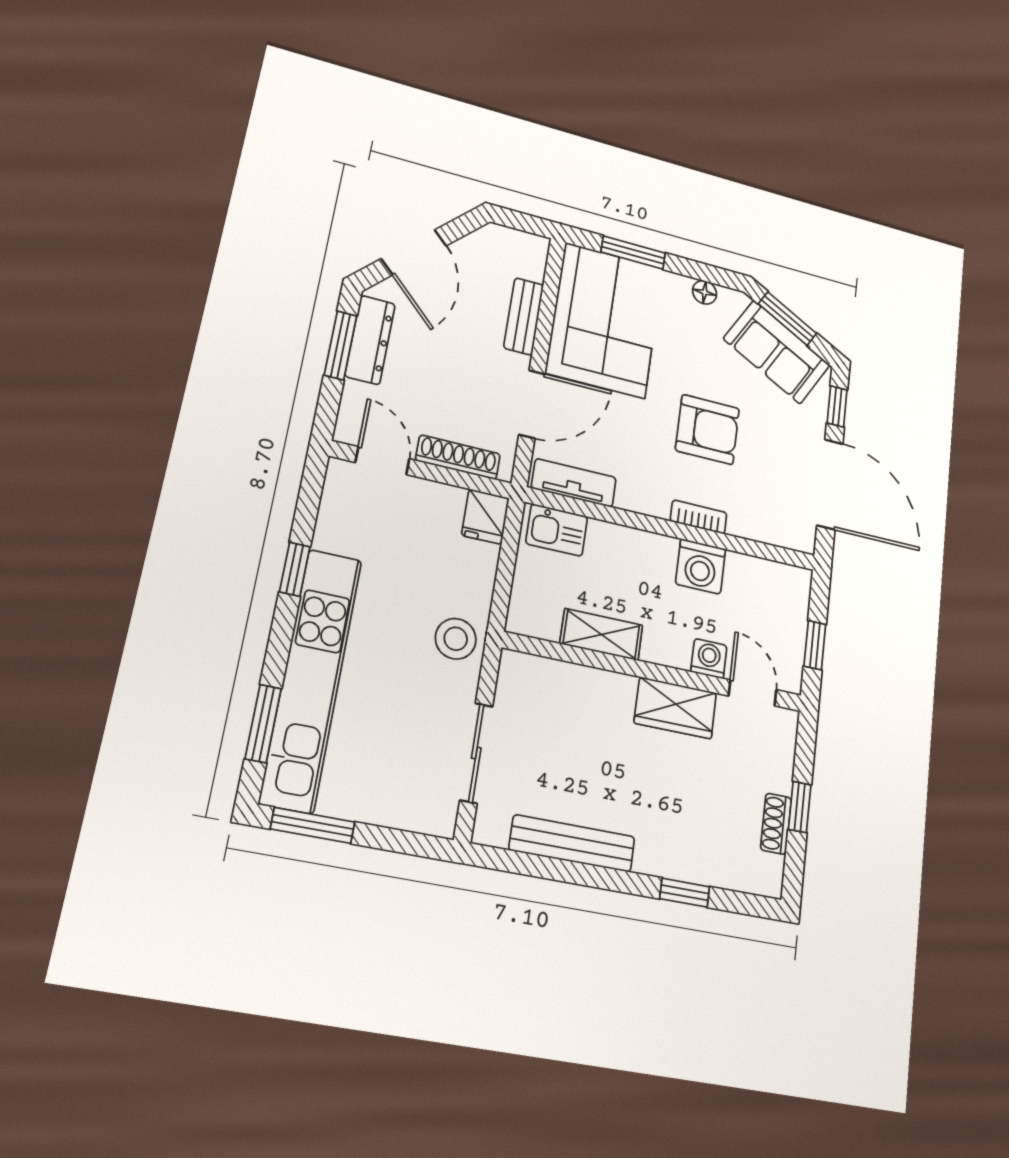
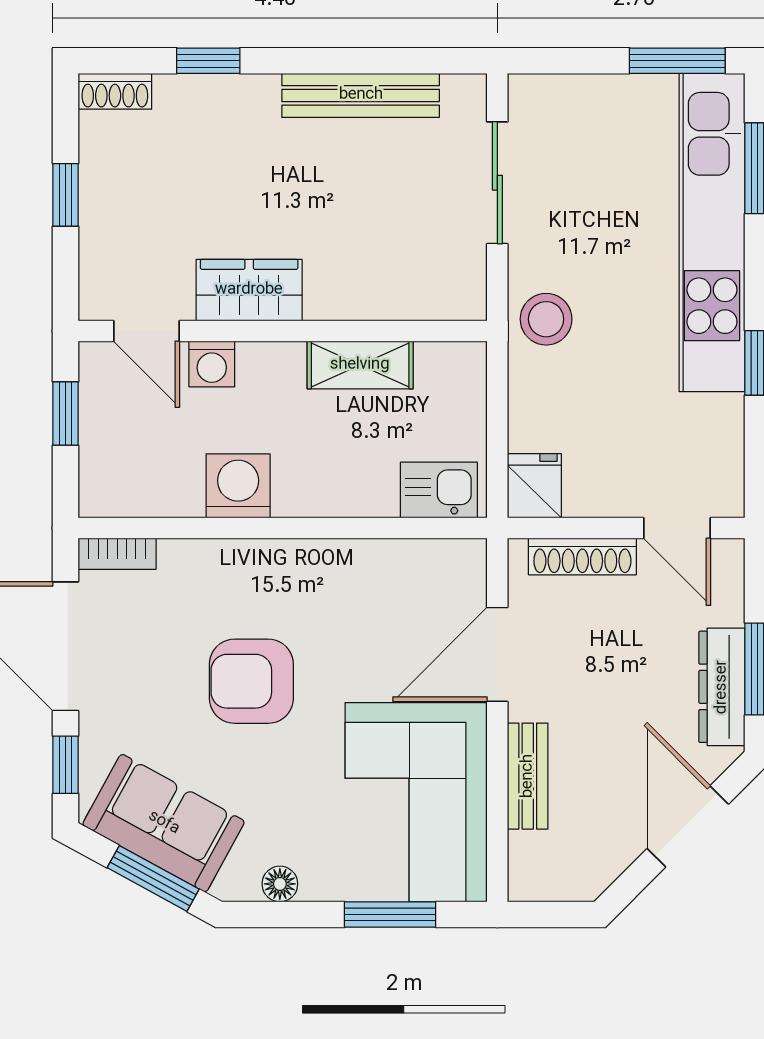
tv unit: (574, 483) -> (425, 559), removed
bookcase: (699, 517) -> (117, 554), moved
shoe rack: (776, 824) -> (115, 91), moved, turned 90

